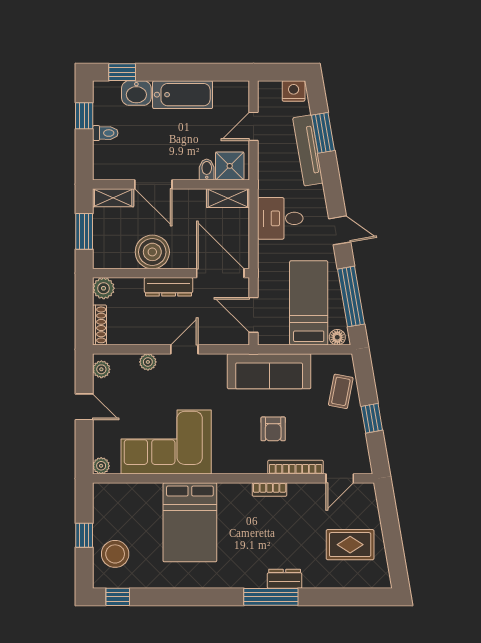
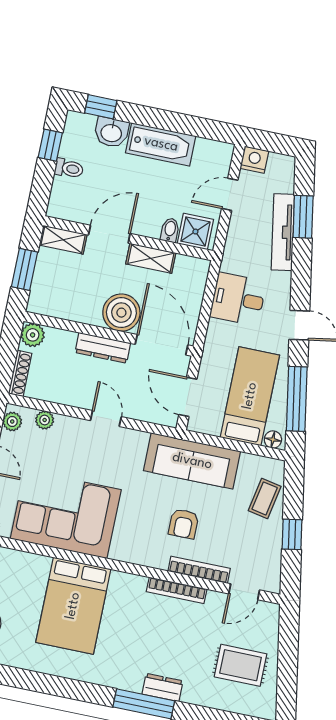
nightstand: (294, 91) -> (254, 160), moved
door: (153, 184) -> (109, 234), swing flipped
shelving: (228, 198) -> (151, 258), moved
boiler: (152, 252) -> (121, 313), moved
door: (184, 349) -> (106, 419), hinge flipped
plant: (148, 362) -> (45, 420), moved
bookcase: (270, 490) -> (177, 590), width x1.56

